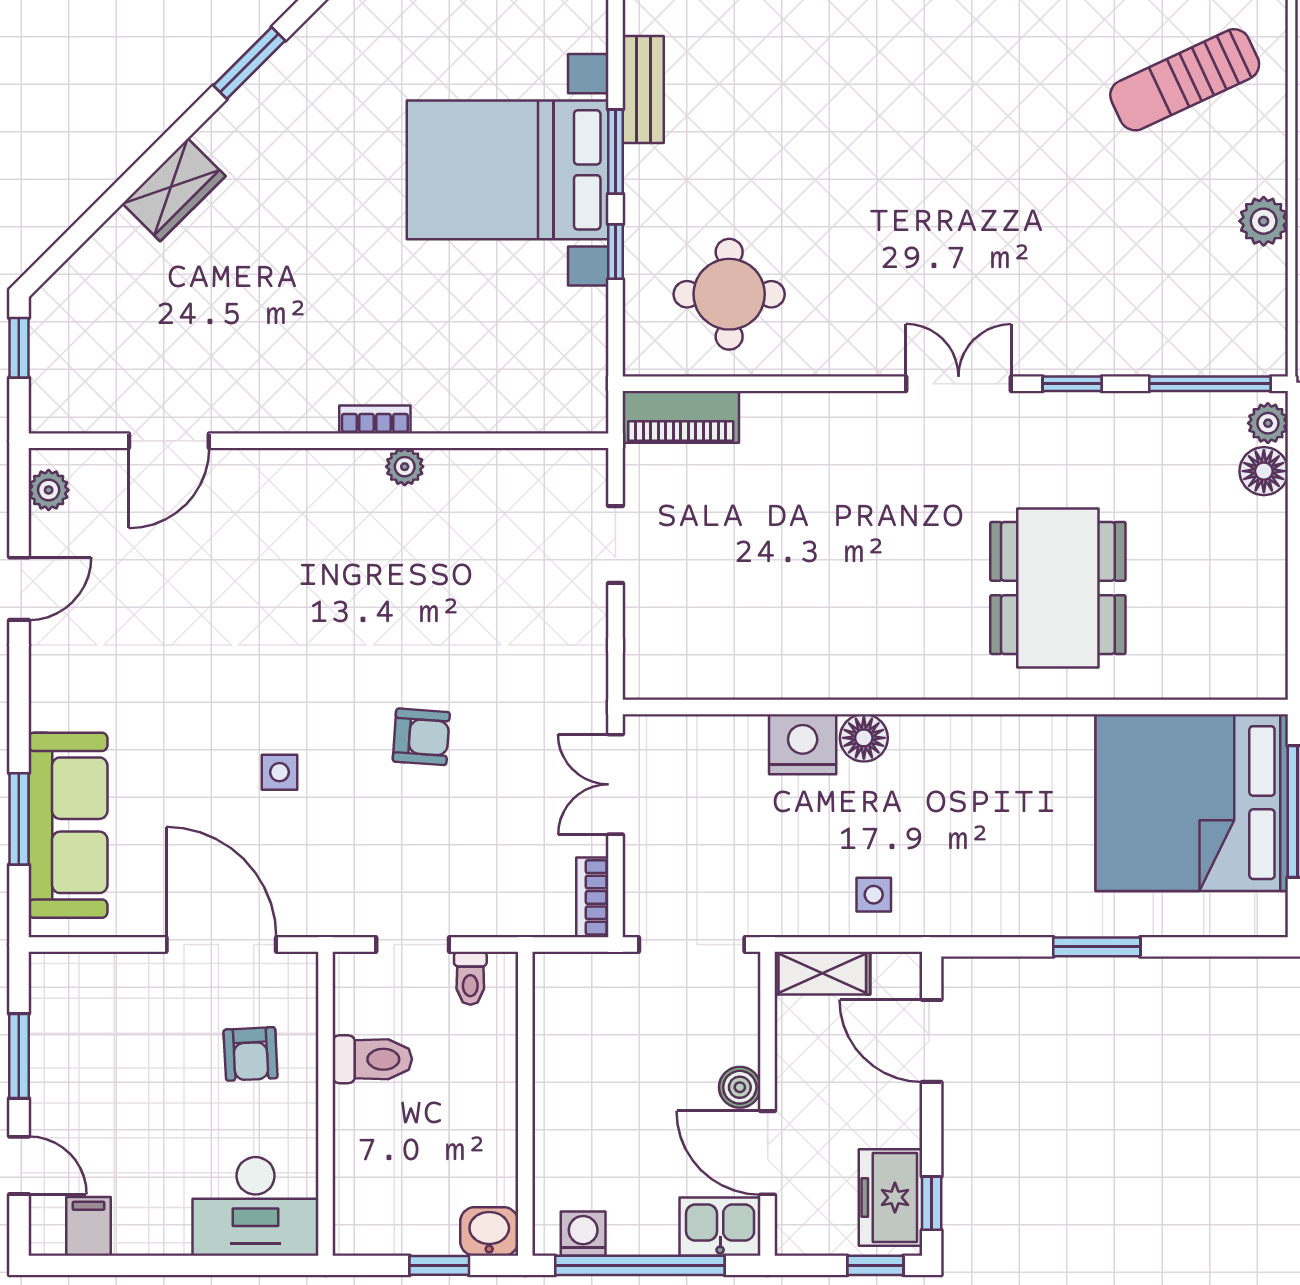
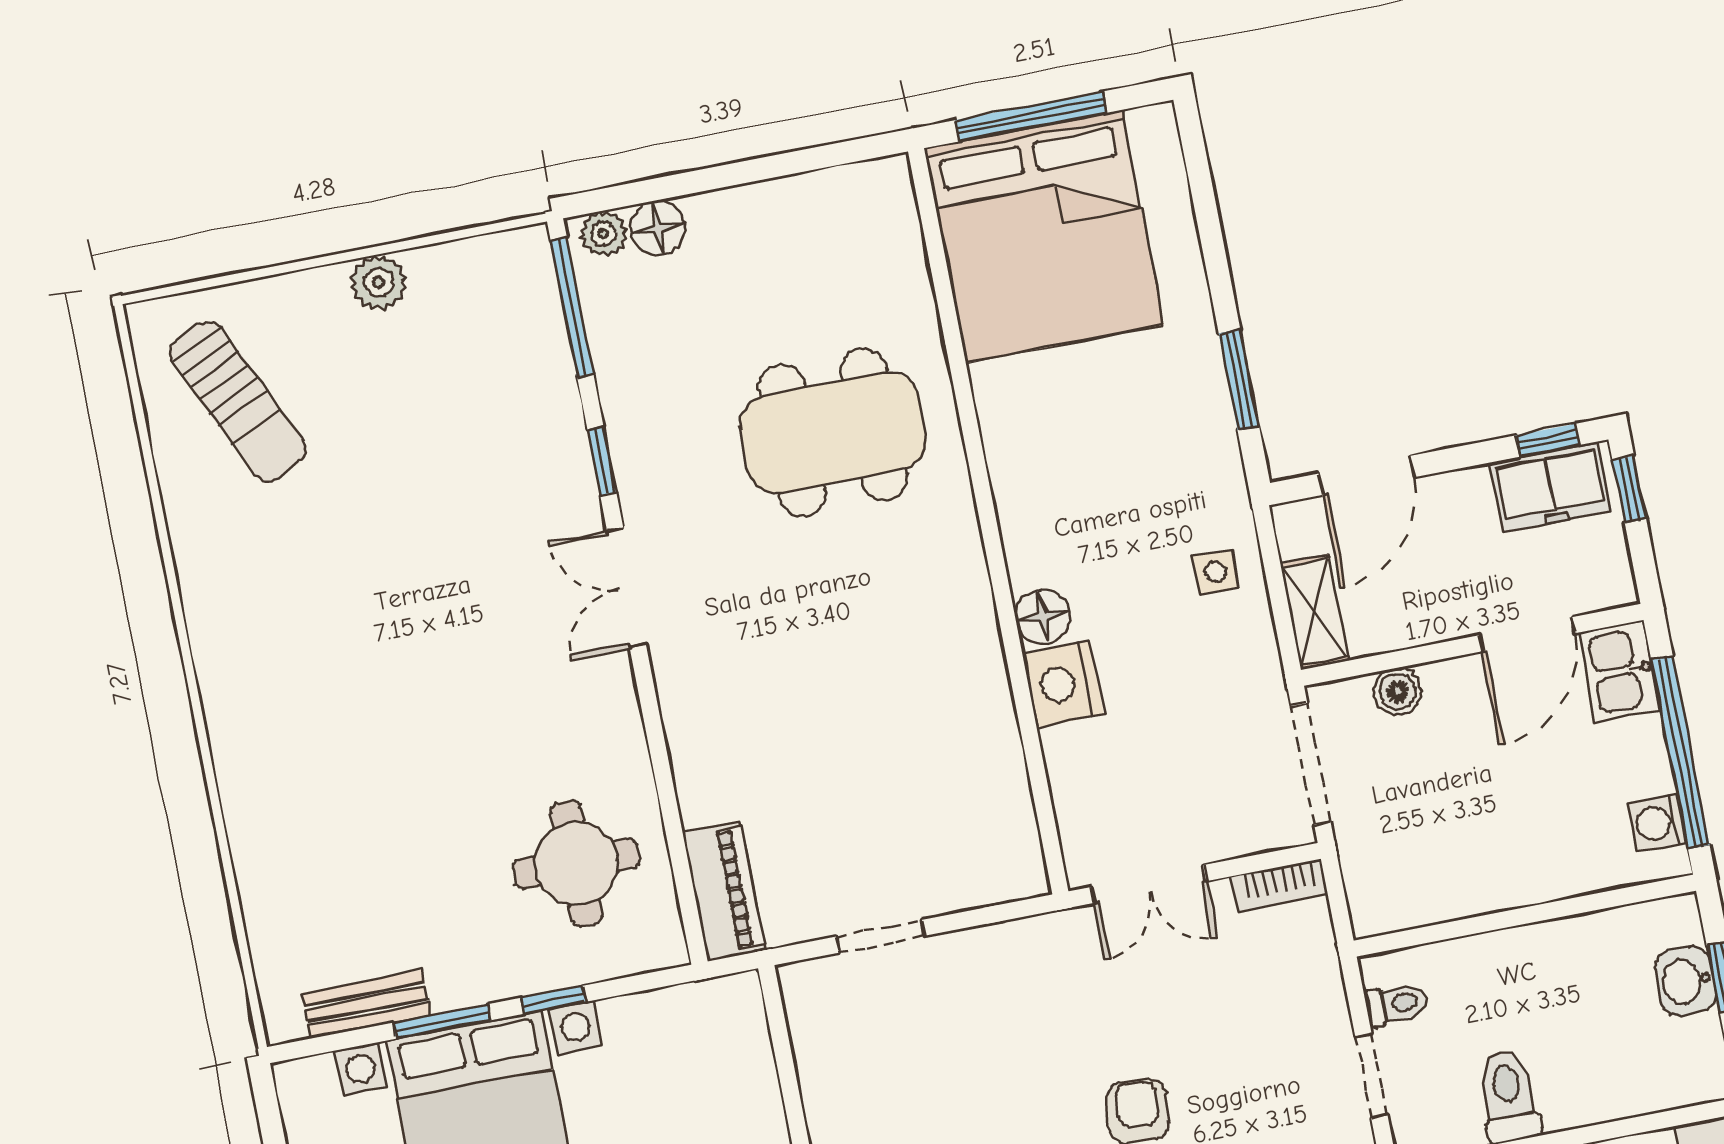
window: (1097, 947) -> (1239, 380), moved
boiler: (740, 1087) -> (1398, 692), moved
washbasin: (489, 1231) -> (1686, 981), moved

